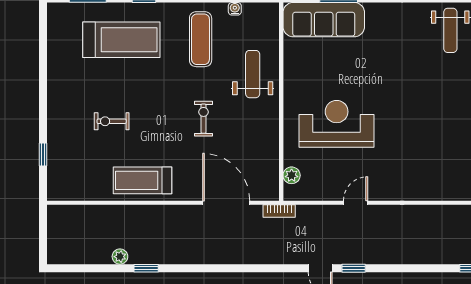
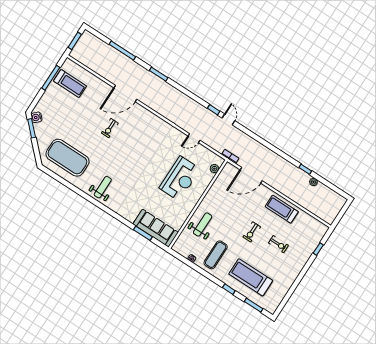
weight bench: (253, 74) -> (203, 225), turned 180
exercise bike: (204, 119) -> (252, 232), moved
reception desk: (337, 124) -> (180, 178), turned -90
treadmill: (142, 180) -> (282, 209), turned 180
door: (226, 203) -> (251, 175), hinge flipped

